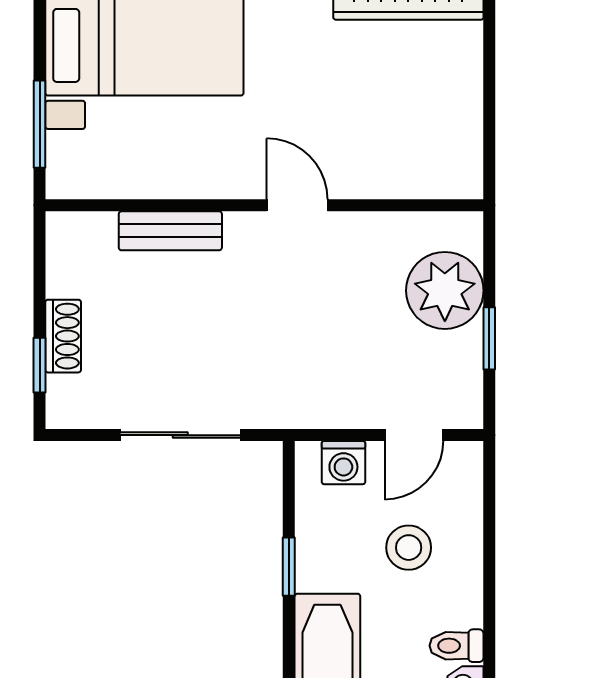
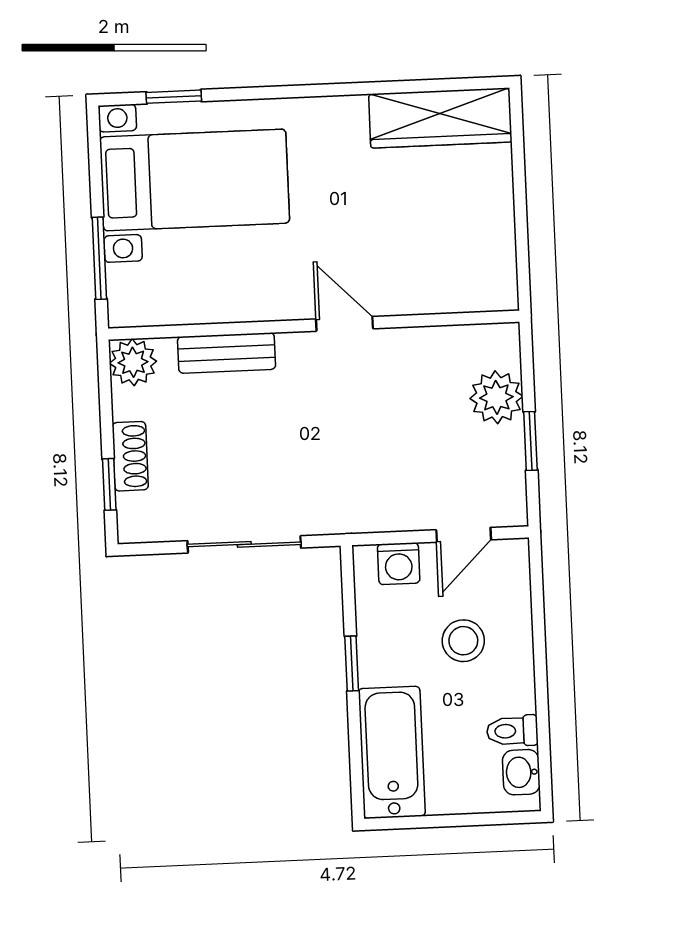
plant: (71, 236) -> (133, 362), added
plant: (445, 290) -> (496, 397), width x0.73, depth x0.73

